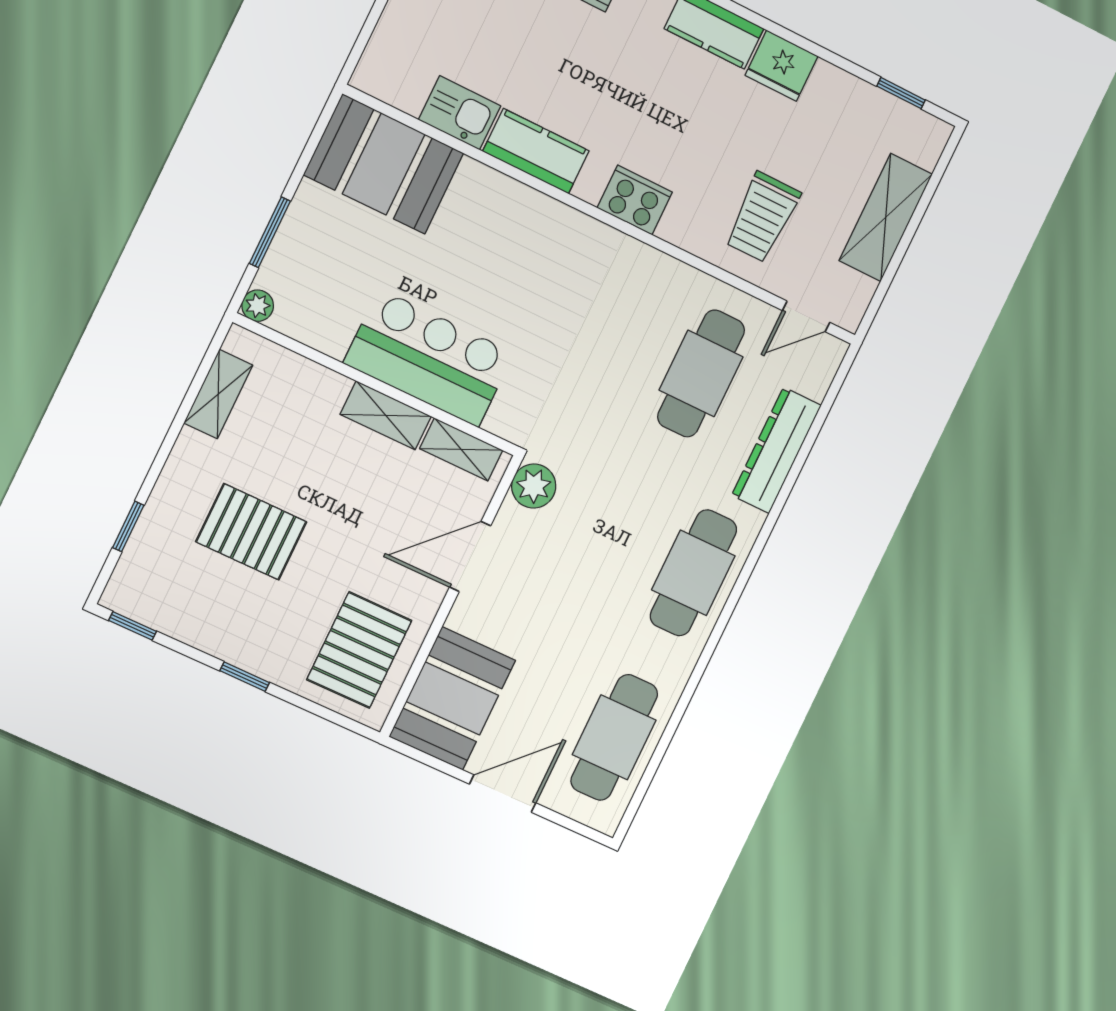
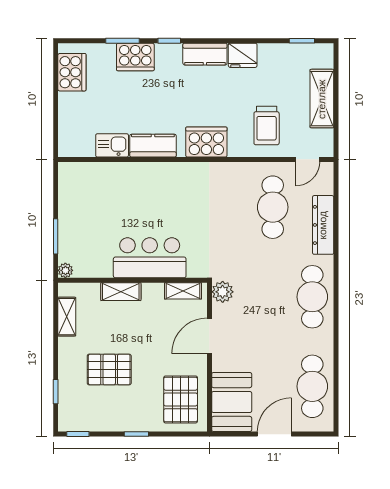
booth: (384, 164) -> (90, 183), removed
cooker: (635, 200) -> (206, 142), width x1.37, depth x1.31
shelving: (386, 415) -> (121, 292), moved

